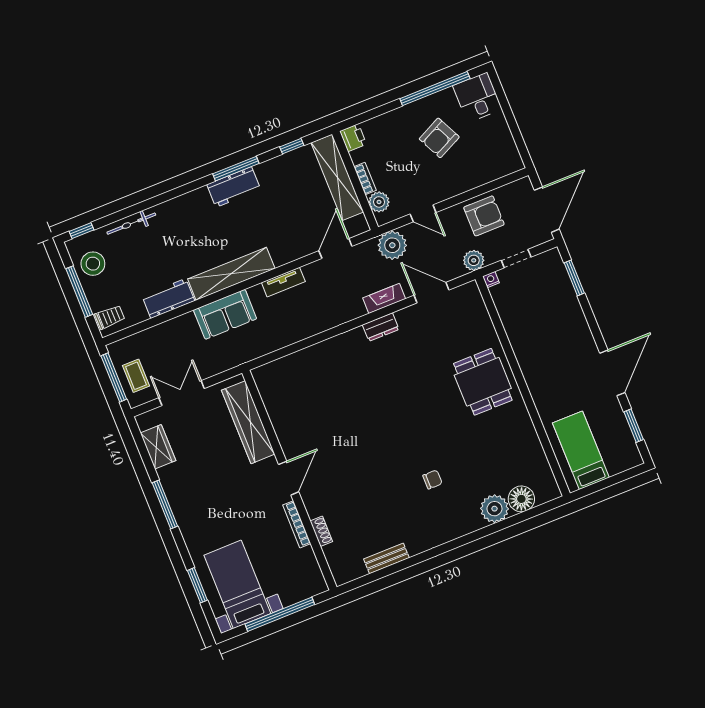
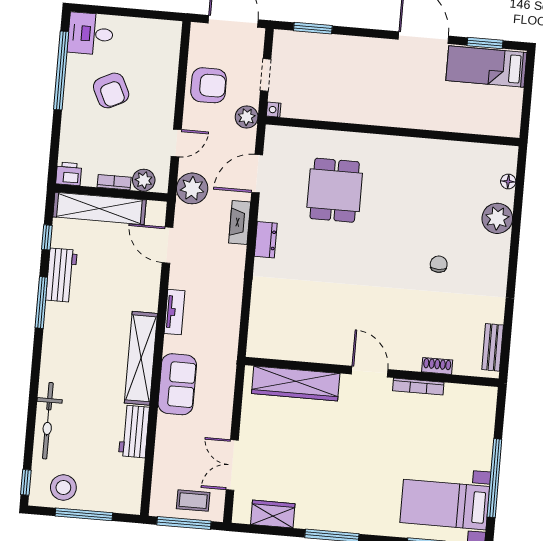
workbench: (234, 187) -> (61, 275), moved
armchair: (484, 216) -> (209, 85), turned 90
bicycle: (131, 224) -> (48, 421), width x1.37, depth x1.40
trolley: (110, 317) -> (123, 497), removed
dining table: (483, 382) -> (335, 190), moved, turned 90
wardrobe: (248, 422) -> (296, 384), moved
bed: (581, 450) -> (486, 67), moved
door: (289, 478) -> (370, 372), moved
wall: (289, 480) -> (372, 372), moved
floor lamp: (521, 499) -> (508, 181), width x0.53, depth x0.53
bookcase: (297, 524) -> (418, 386), moved
shoe rack: (321, 531) -> (437, 366), moved

